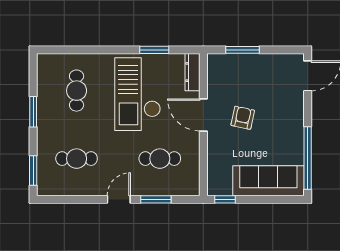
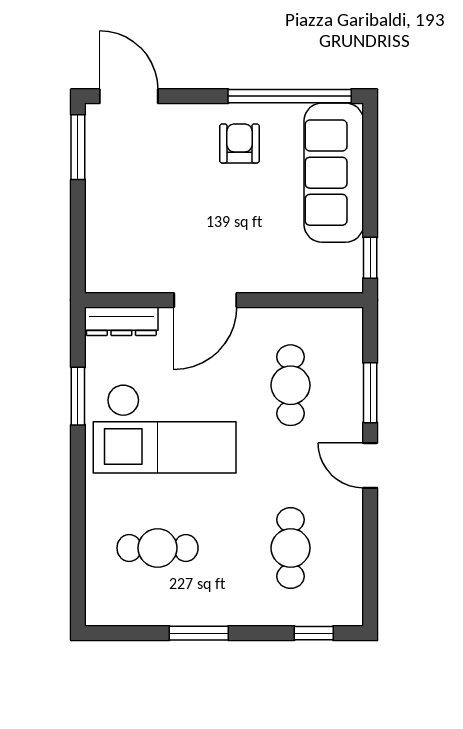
window: (242, 50) -> (78, 147), moved
armchair: (243, 118) -> (239, 143), moved, turned 78
window: (33, 170) -> (314, 633), width x0.67

